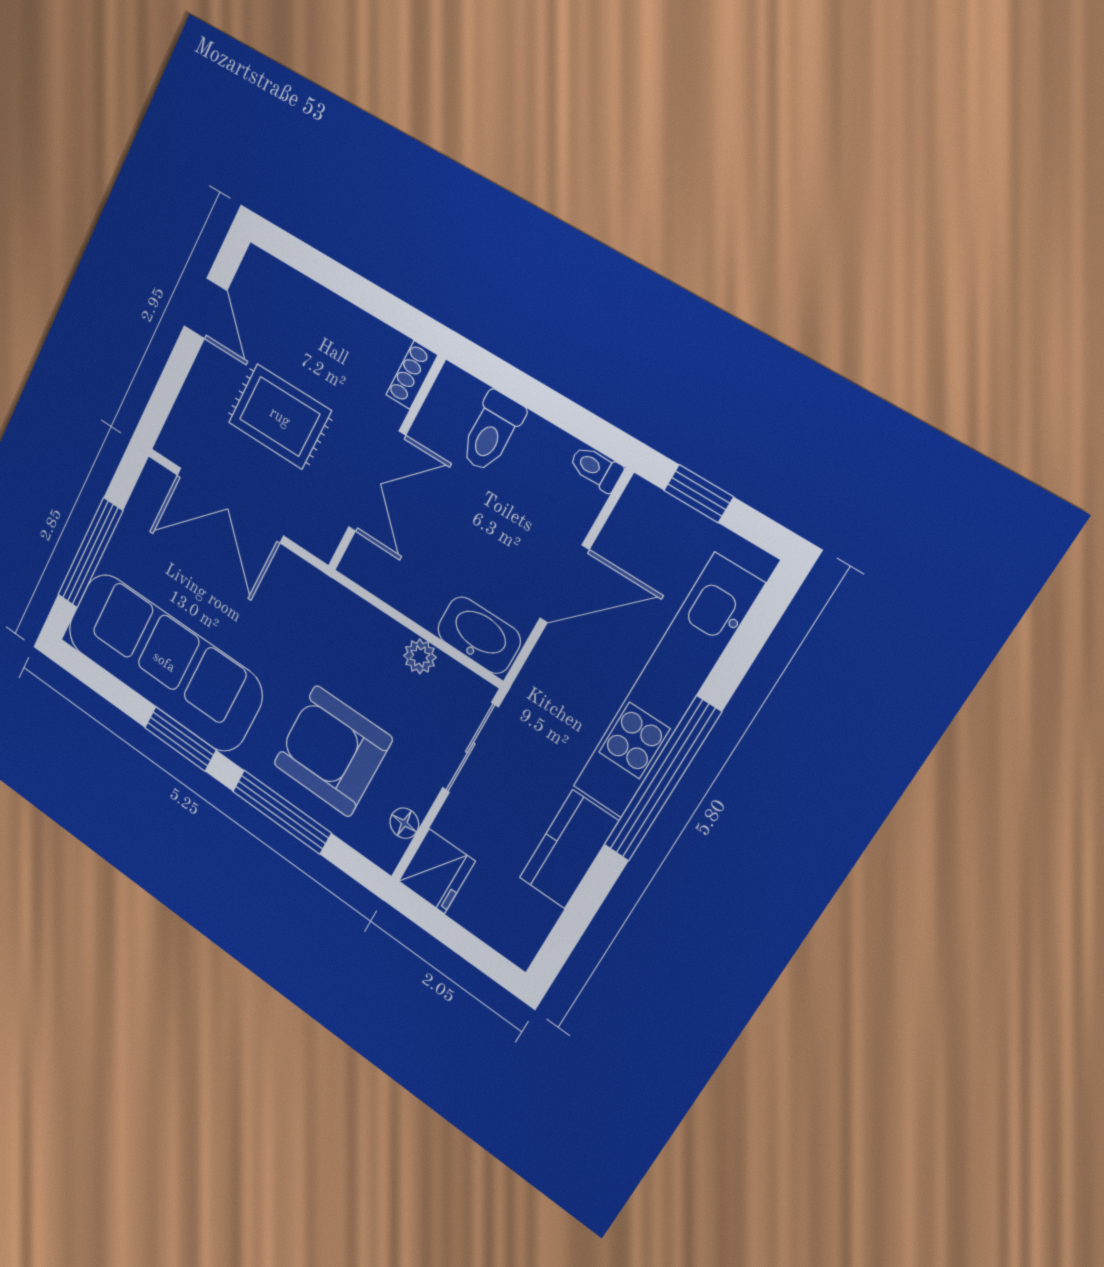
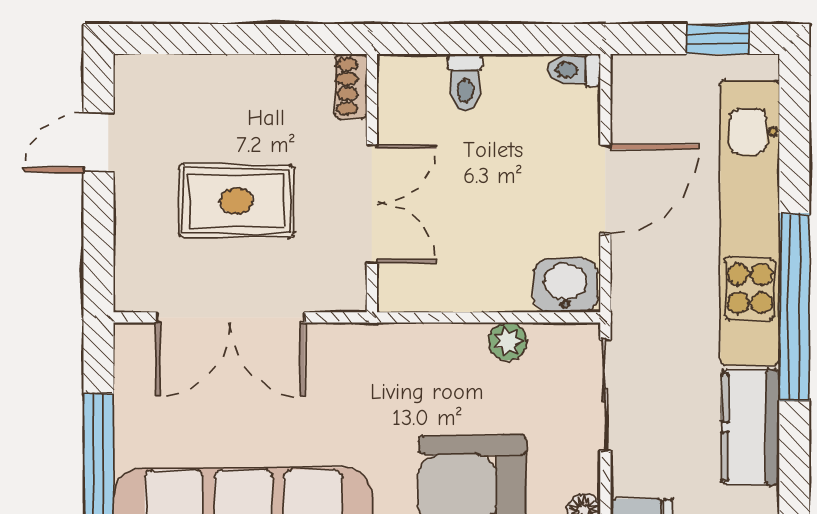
door: (206, 308) -> (98, 142), swing flipped
toilet: (492, 432) -> (465, 83), width x0.73, depth x0.72
window: (699, 494) -> (718, 39), moved
washbasin: (479, 635) -> (565, 285), width x0.72

